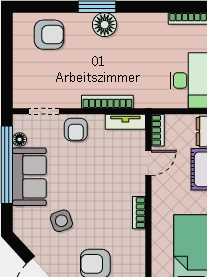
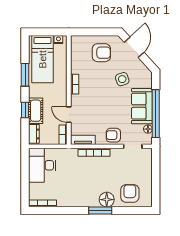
floor lamp: (105, 25) -> (107, 200), moved
armchair: (49, 35) -> (130, 193), turned 90
armchair: (76, 130) -> (113, 135), turned -89
door: (148, 163) -> (69, 115), hinge flipped

